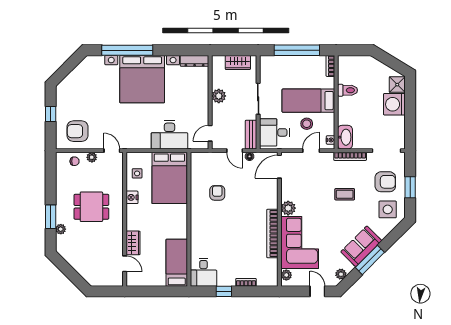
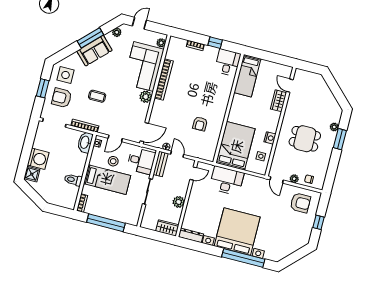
wardrobe: (238, 63) -> (167, 228), moved
door: (317, 291) -> (139, 23), swing flipped

